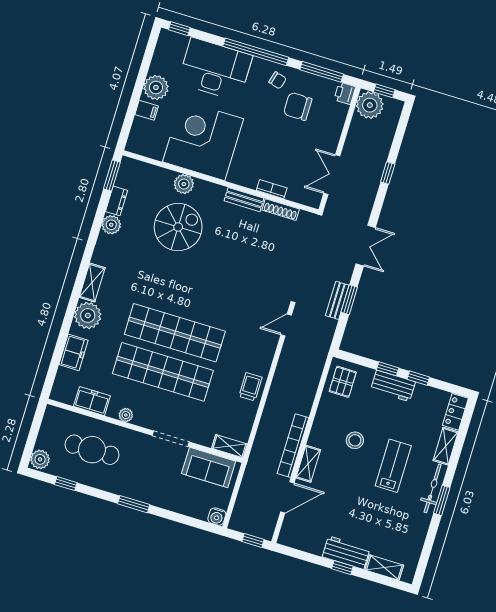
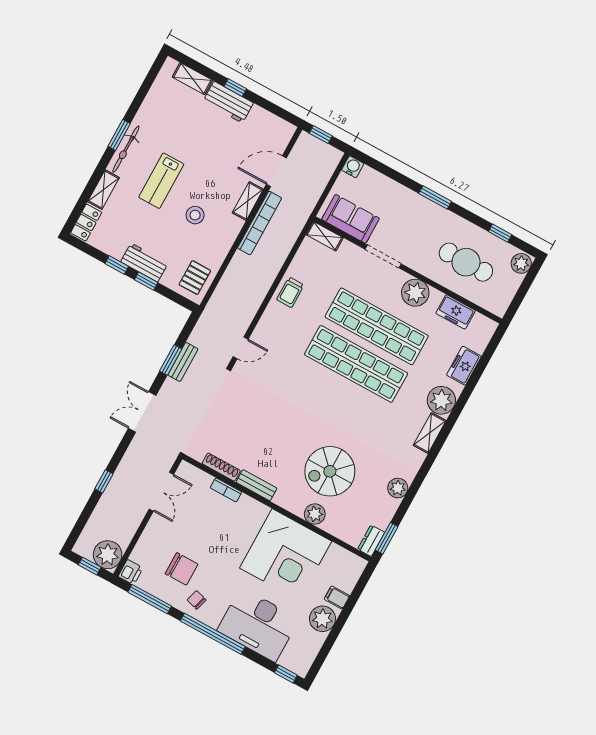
dresser: (116, 201) -> (371, 541), moved
plant: (126, 415) -> (415, 293), width x1.87, depth x1.87

